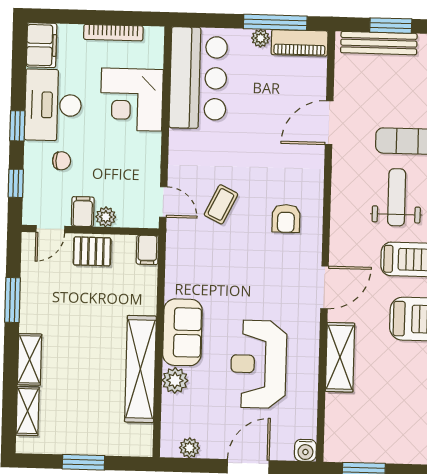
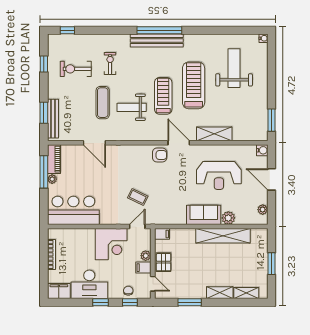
corner desk: (132, 100) -> (111, 244), moved
chair: (62, 161) -> (128, 291), moved
armchair: (286, 218) -> (160, 155), moved

